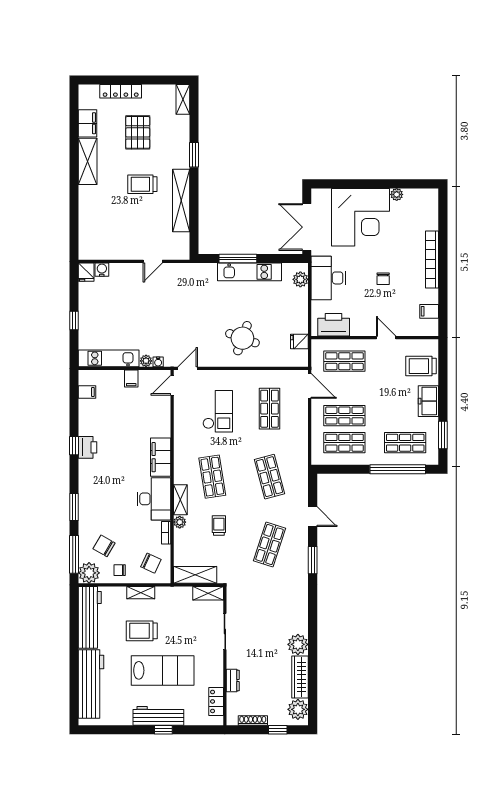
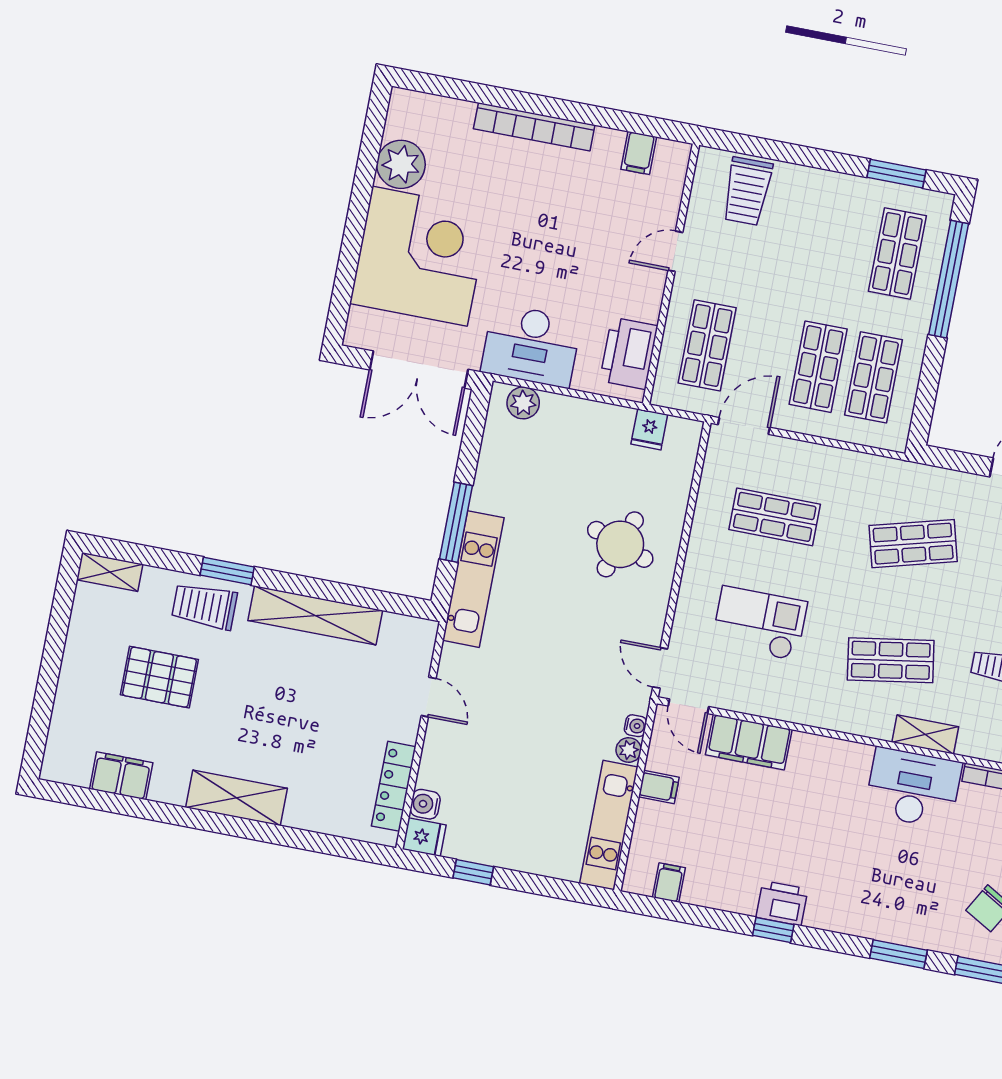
locker: (121, 91) -> (394, 786), moved, turned 180
shelving: (88, 161) -> (237, 798), moved
trolley: (142, 184) -> (204, 606), moved, turned 90
plant: (397, 194) -> (401, 164), width x1.87, depth x1.87
kitchen unit: (250, 272) -> (473, 579), moved
chair: (383, 279) -> (554, 234), removed
window: (74, 320) -> (473, 872), moved
freezer: (428, 401) -> (822, 190), removed
filing cabinet: (161, 457) -> (749, 742), moved
plant: (180, 522) -> (971, 745), removed

